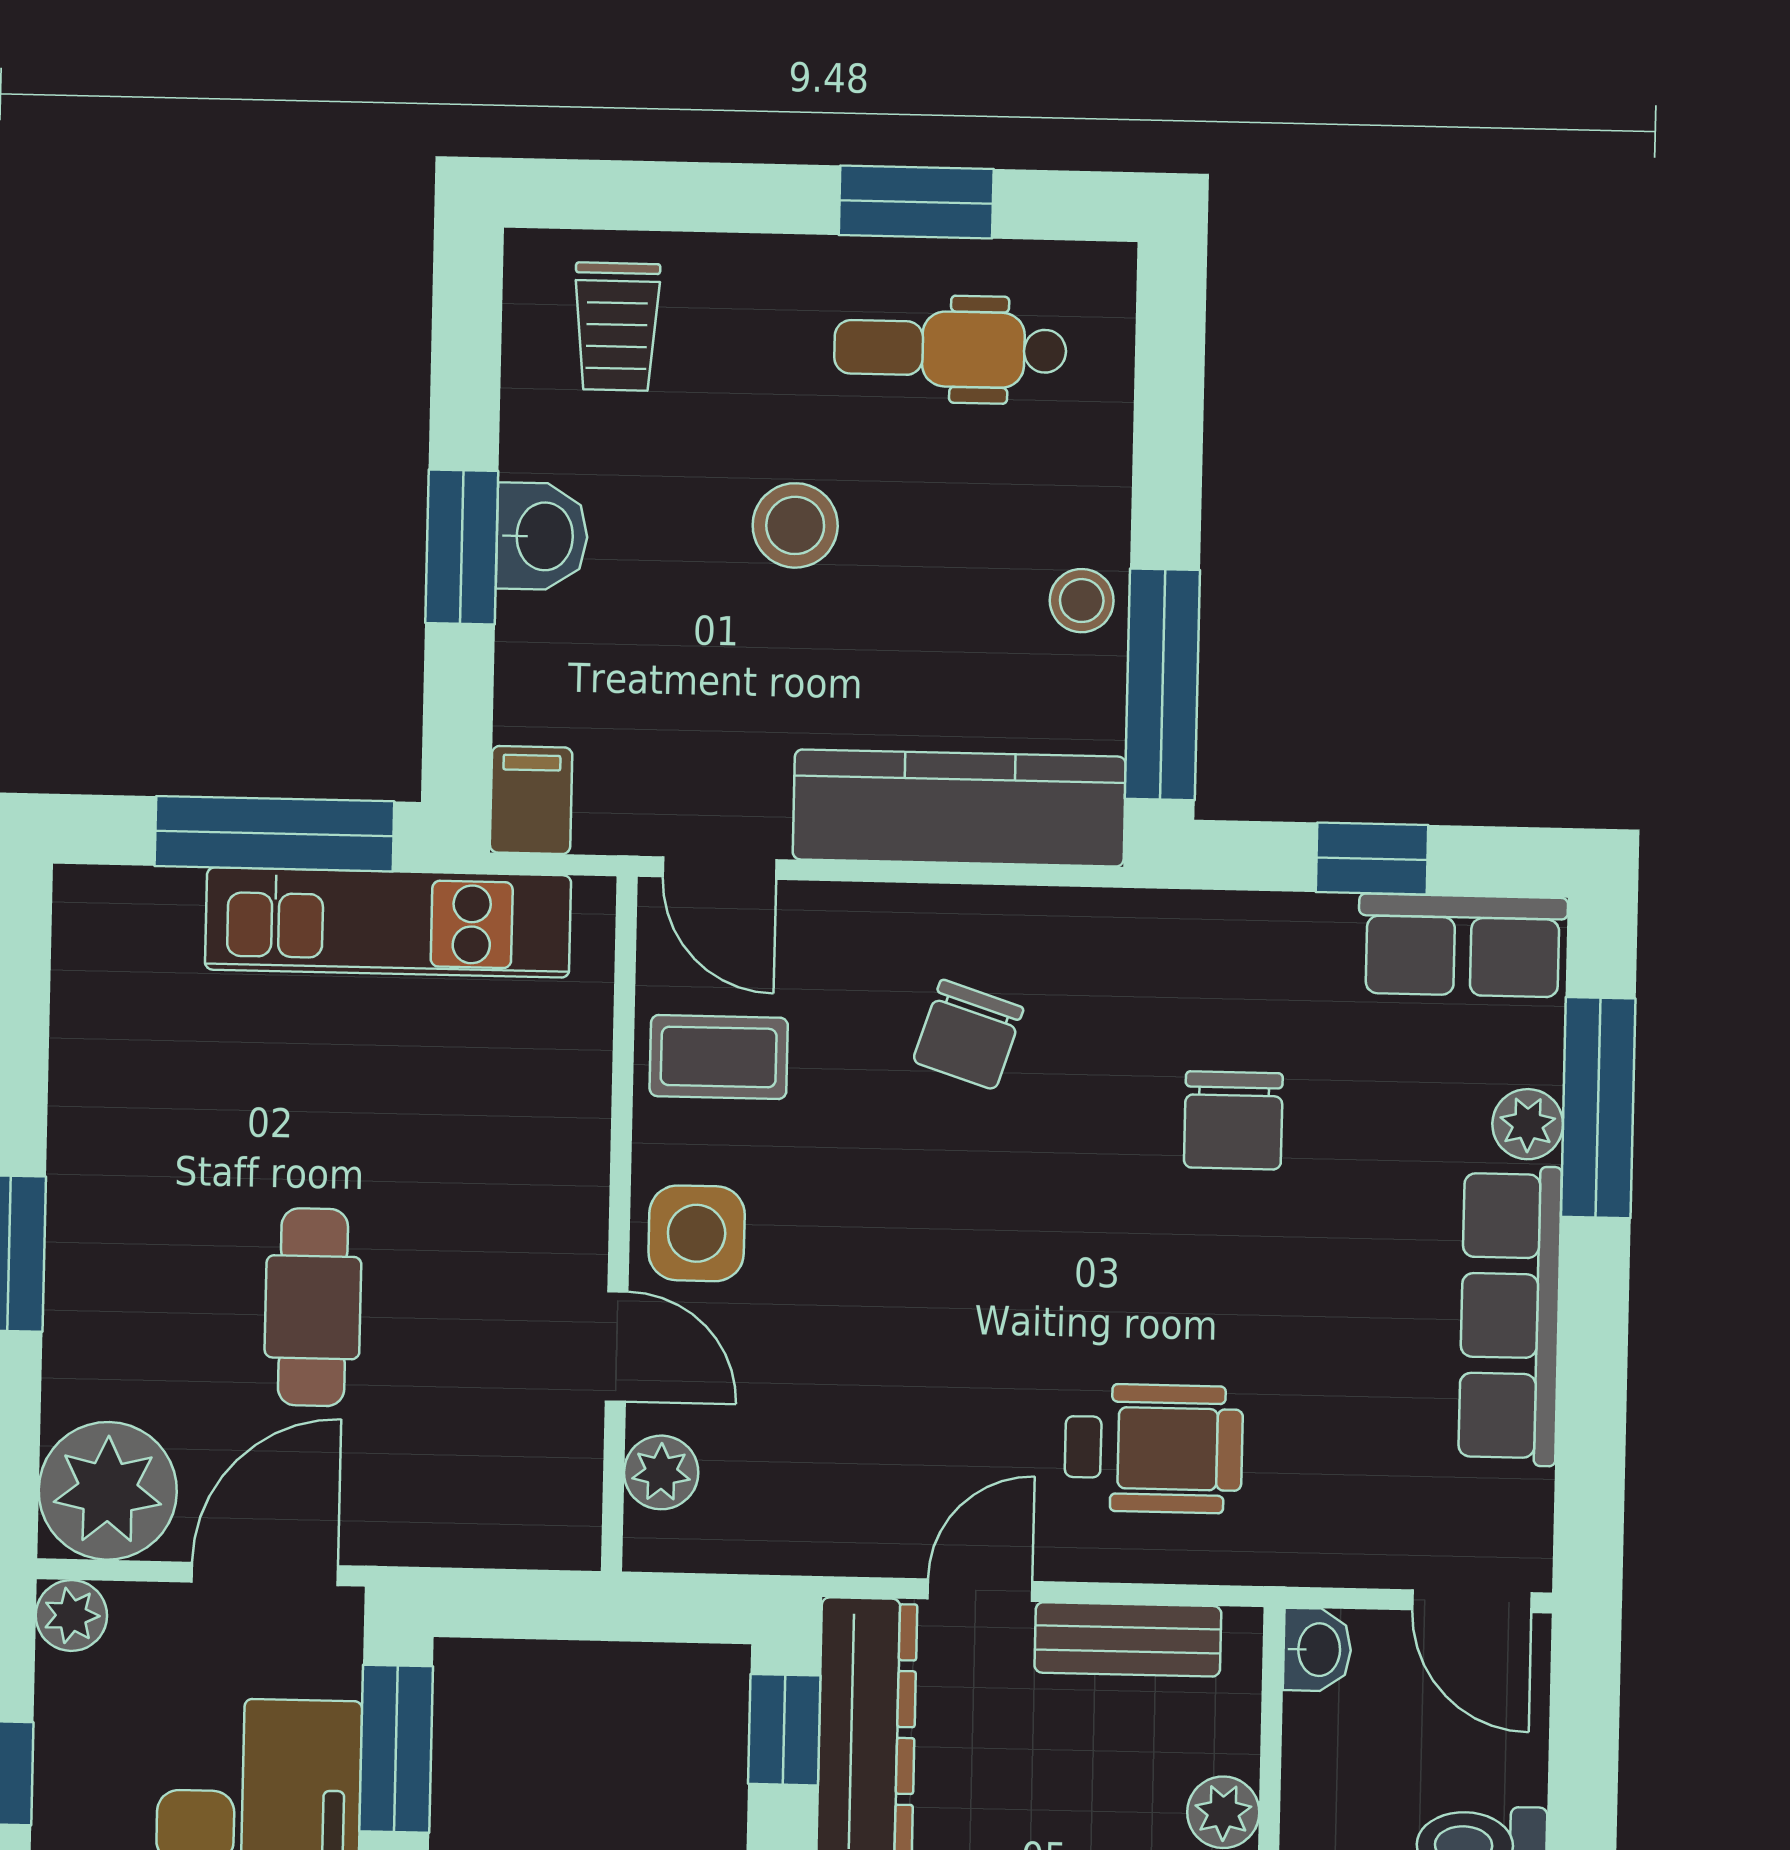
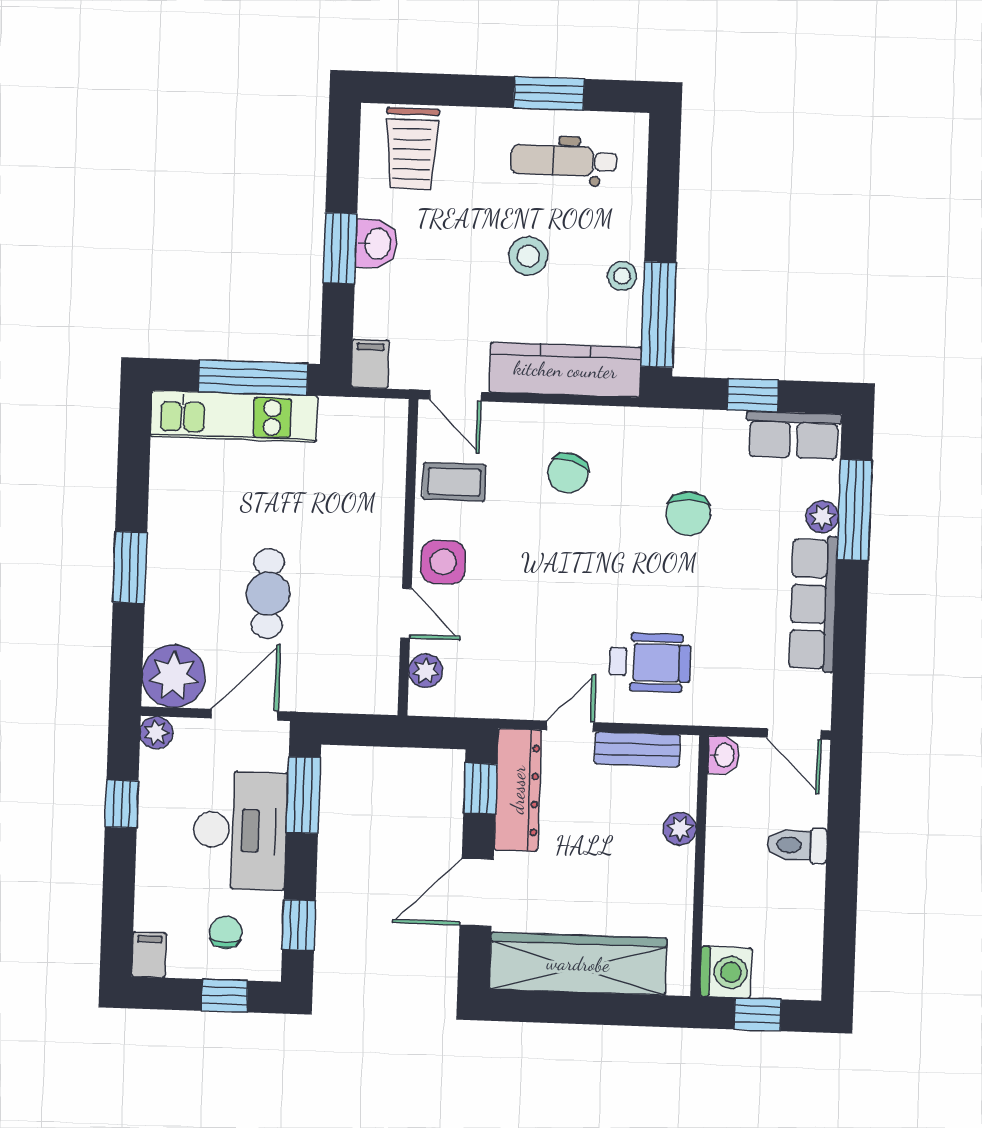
trolley: (617, 327) -> (412, 149), width x1.36, depth x1.39
stool: (795, 525) -> (528, 256), moved
kitchen unit: (388, 922) -> (234, 416), moved

